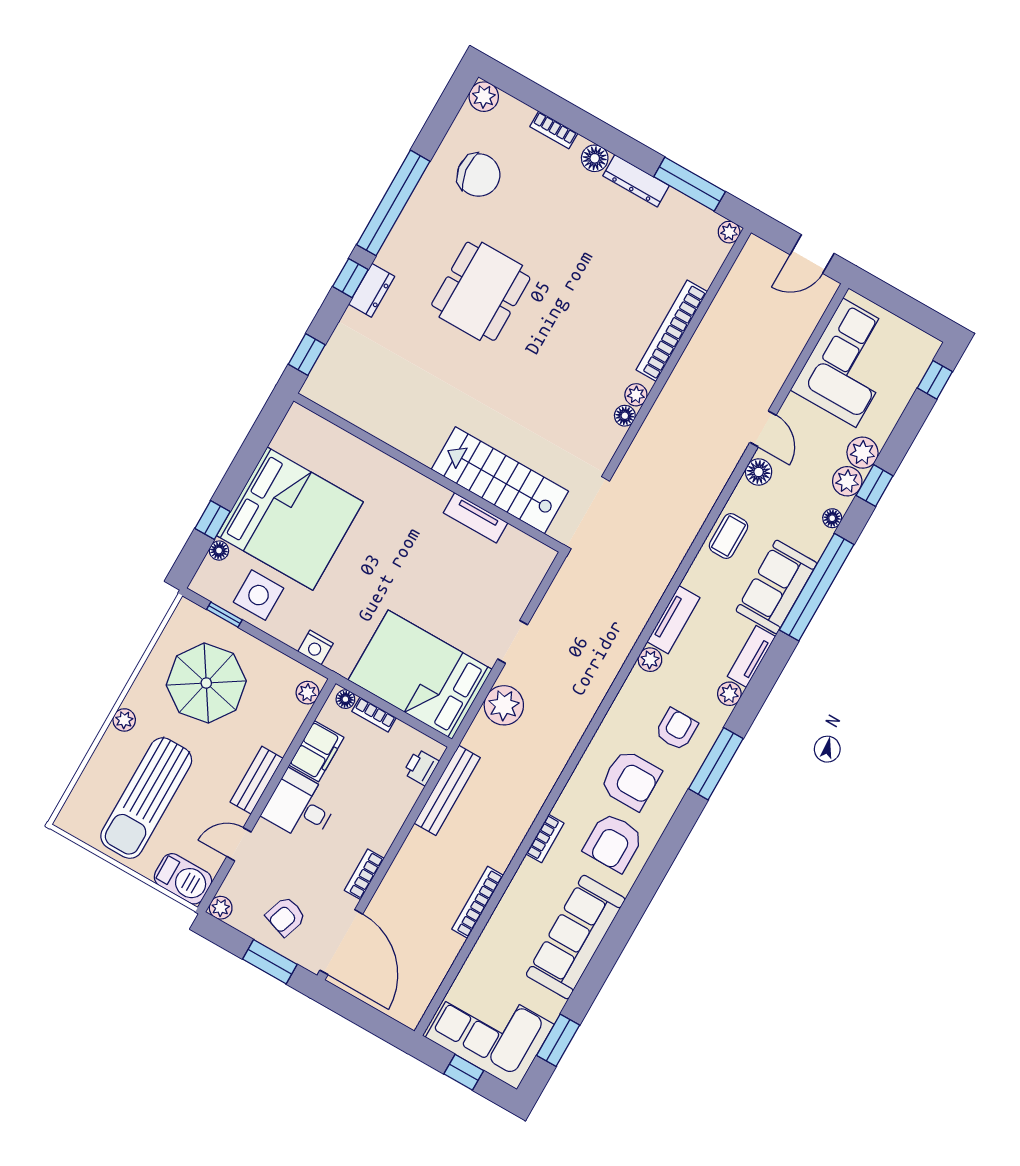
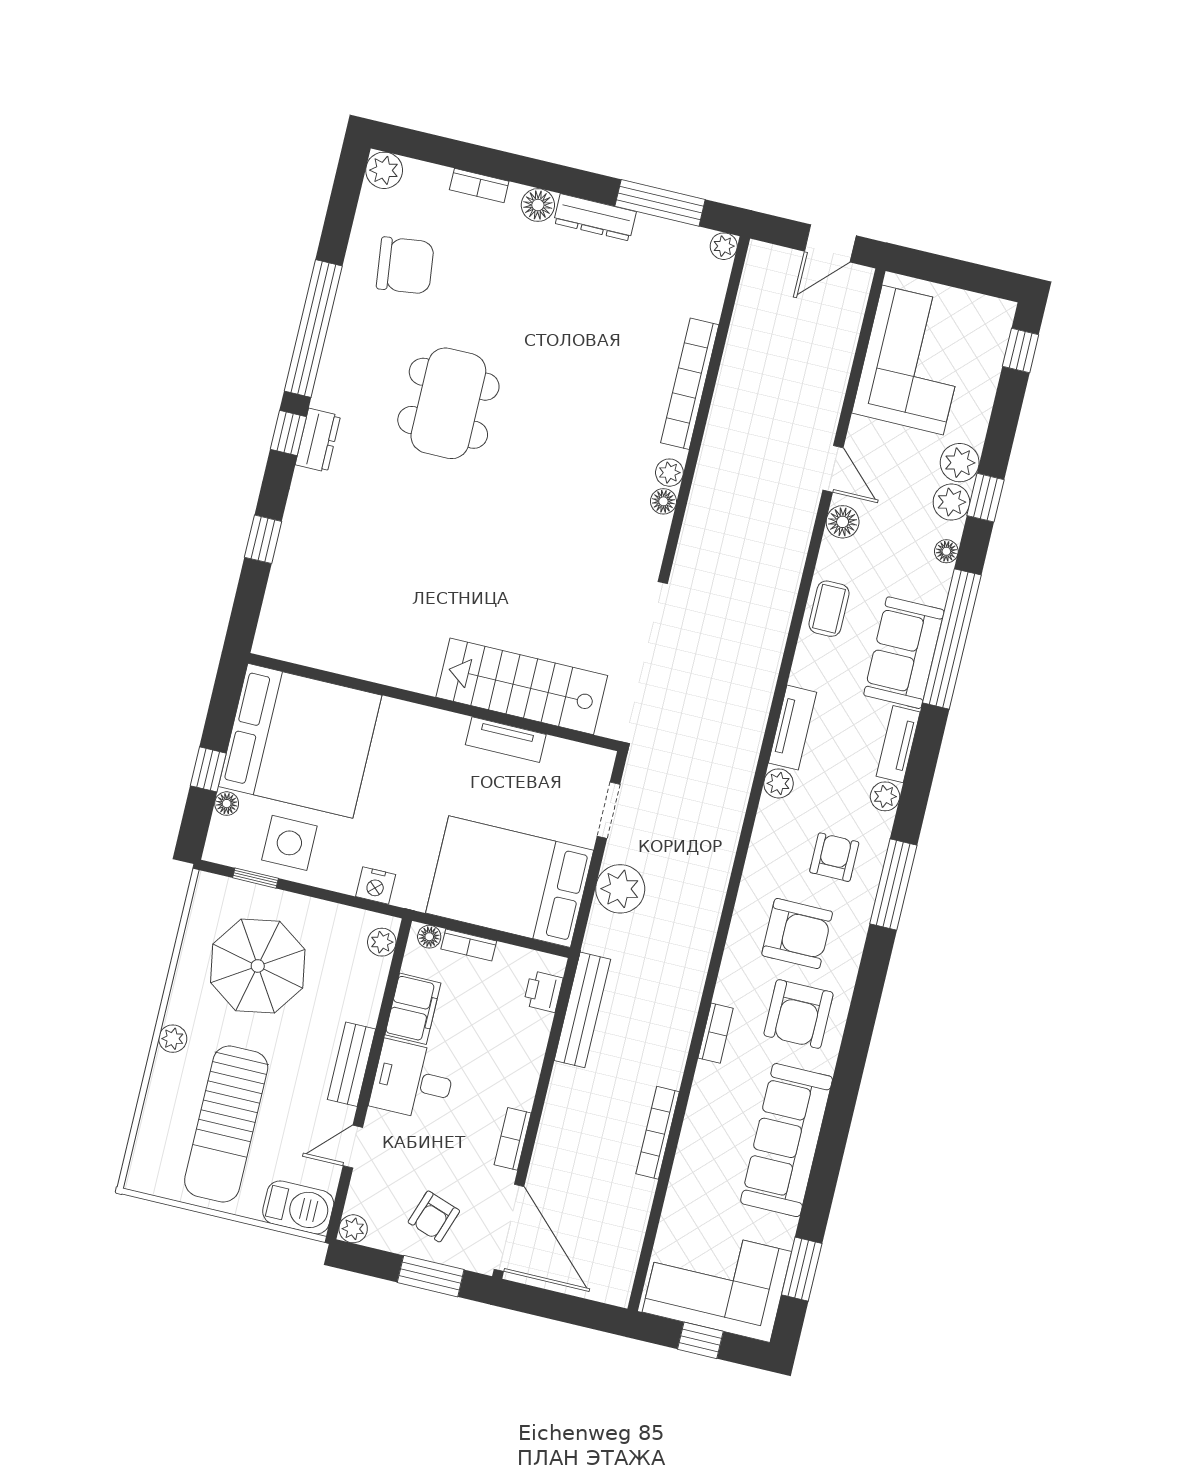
wall: (428, 473) -> (434, 702), moved
stairs: (500, 480) -> (522, 686), moved
tv unit: (476, 518) -> (506, 740), moved

